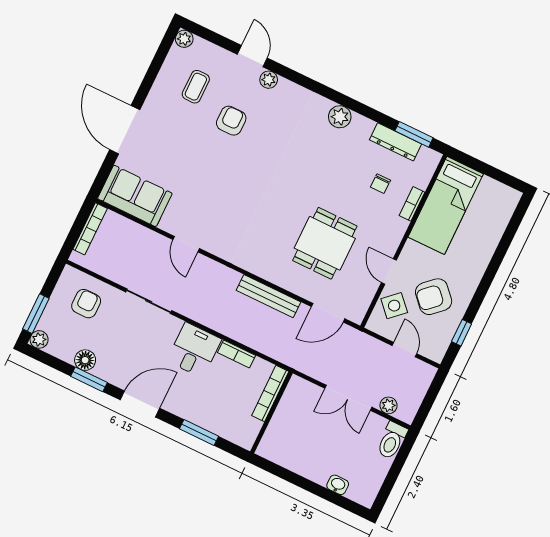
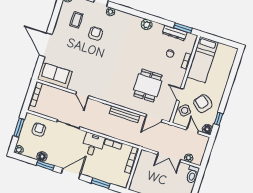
armchair: (434, 297) -> (203, 104), turned 82
window: (36, 314) -> (19, 128), moved
floor lamp: (436, 351) -> (207, 129), added

